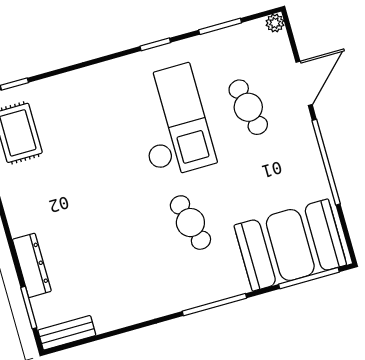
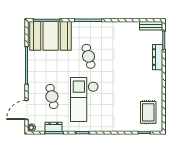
dresser: (225, 39) -> (53, 127), added
door: (304, 83) -> (27, 110), moved

